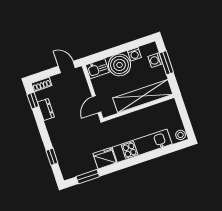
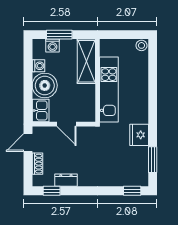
shoe rack: (42, 84) -> (38, 164), moved
shelving: (143, 96) -> (86, 61), width x0.68
door: (97, 104) -> (66, 124), moved
kitchen unit: (142, 146) -> (109, 90), moved, turned 180
window: (52, 157) -> (132, 191), moved

